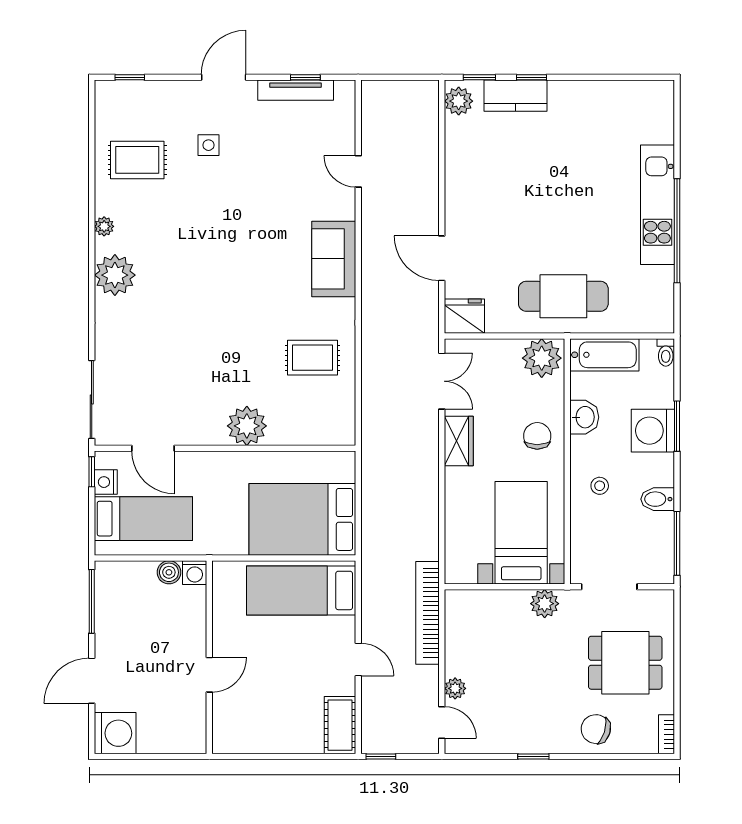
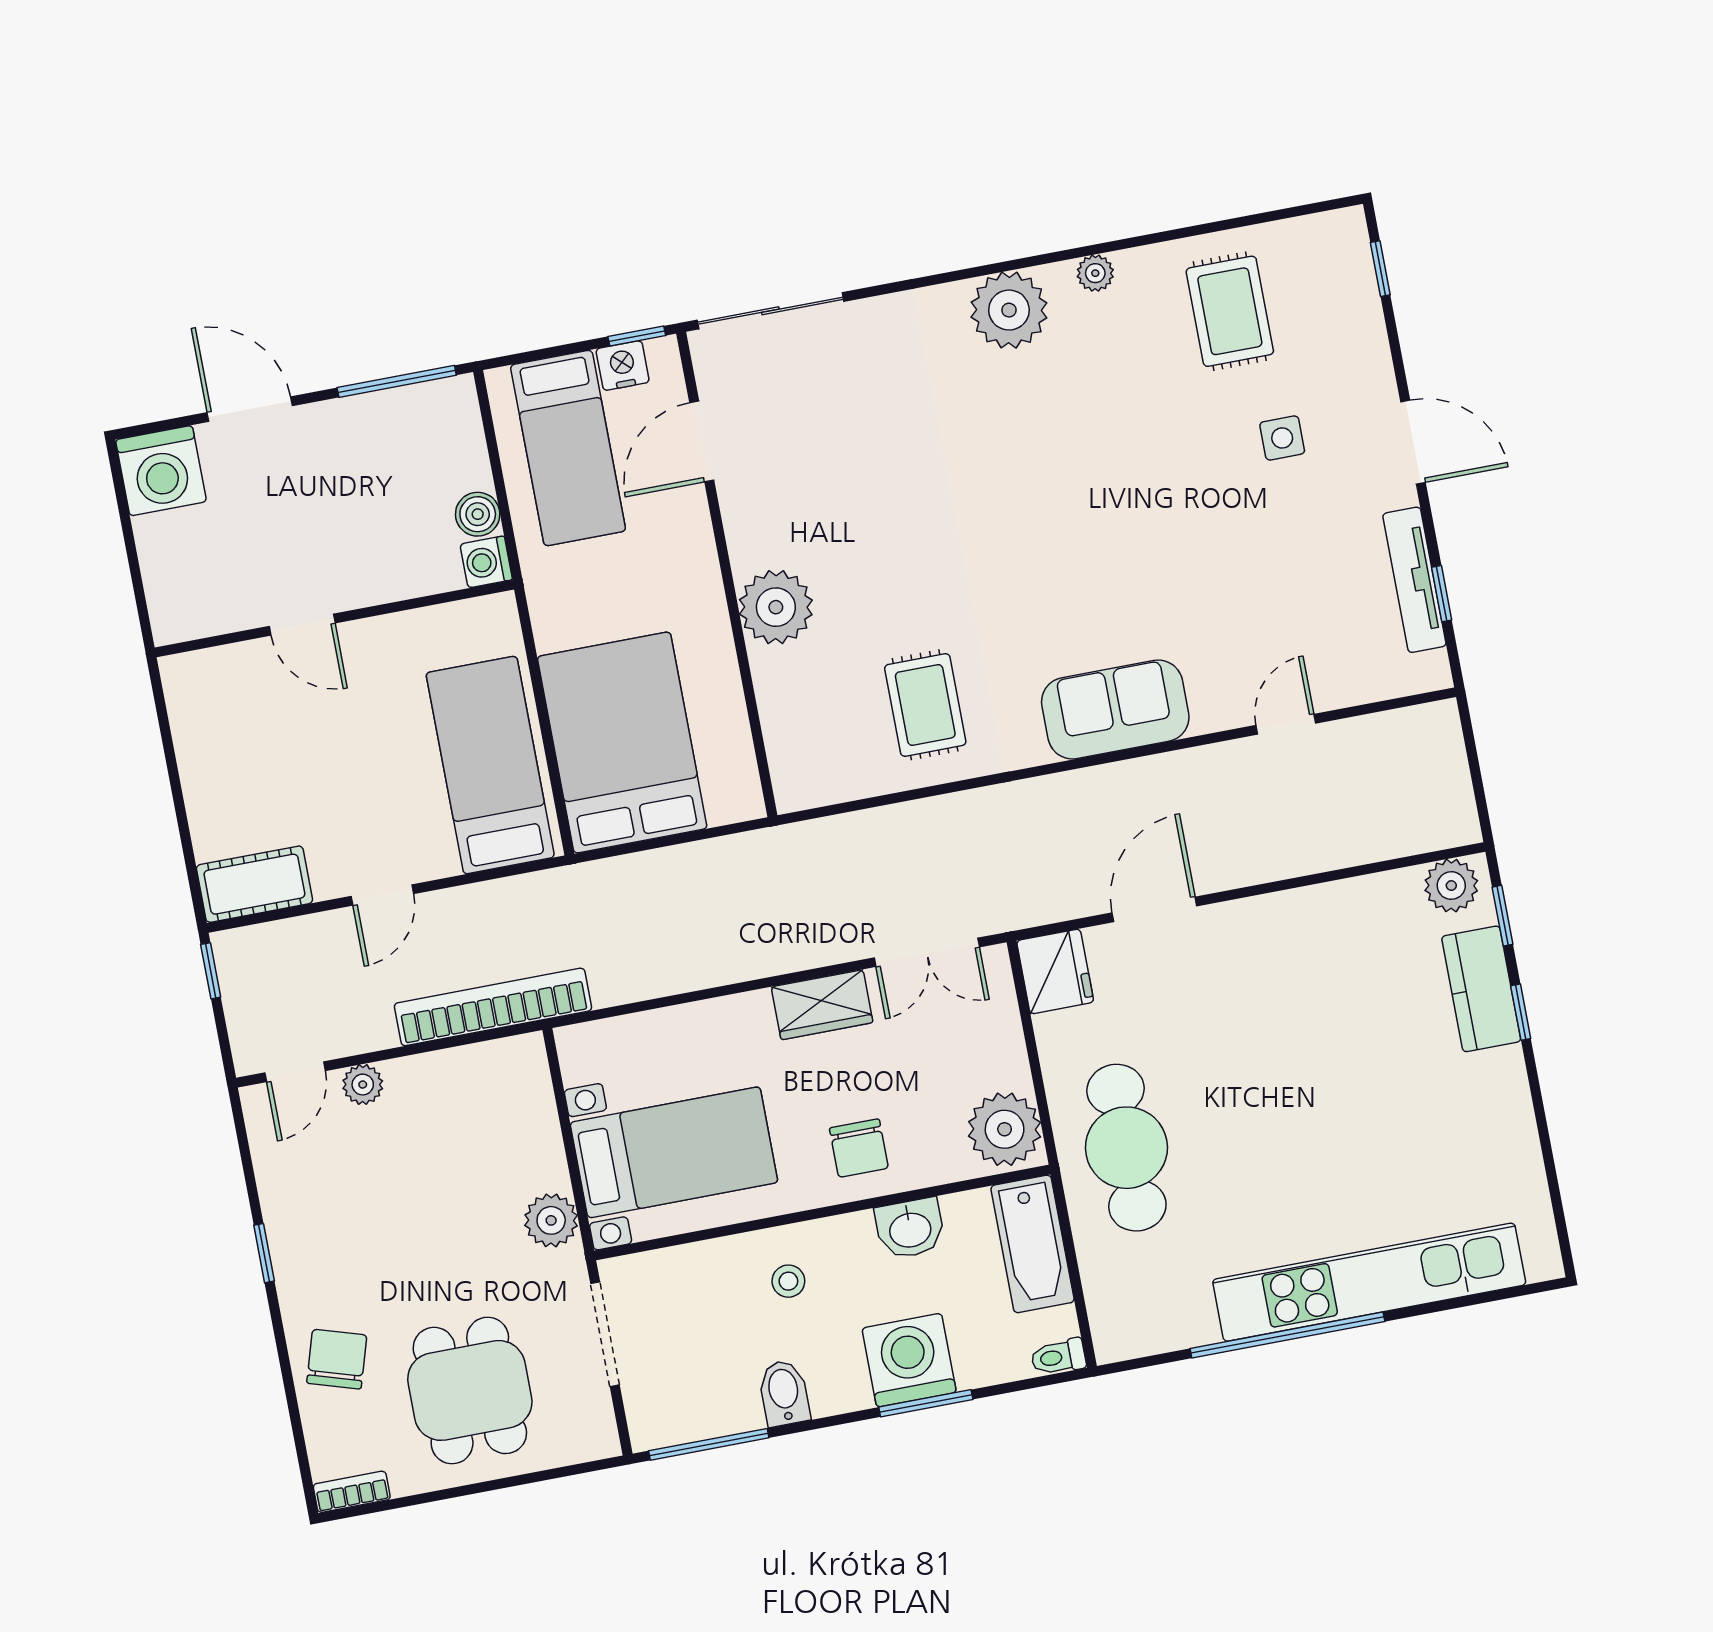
kitchen unit: (657, 205) -> (1369, 1282), width x1.36
chair: (537, 436) -> (859, 1148), turned 90

